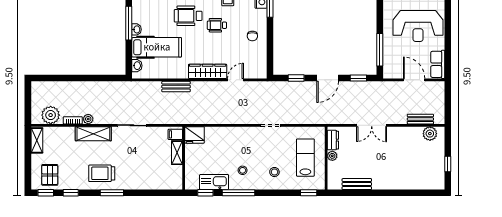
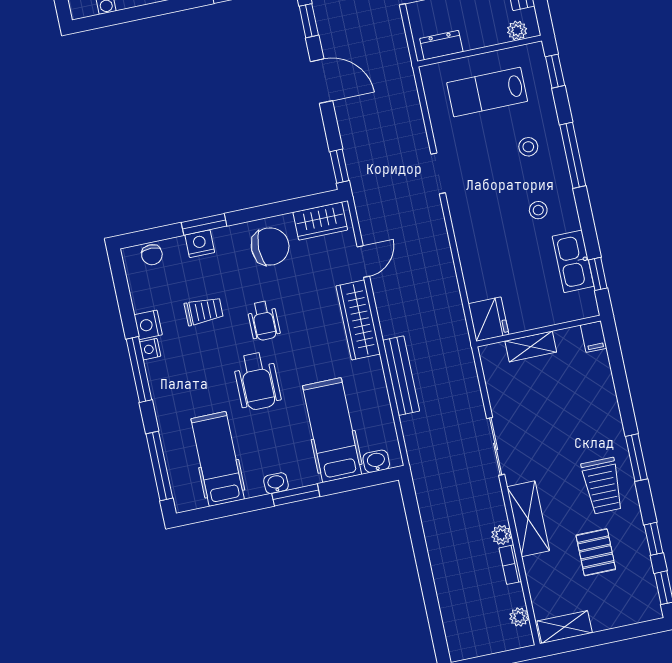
window: (129, 23) -> (296, 495), width x0.69
washbasin: (137, 29) -> (276, 483), moved
chair: (252, 36) -> (270, 246), width x1.87, depth x1.87
wardrobe: (260, 63) -> (320, 221), added
window: (296, 78) -> (339, 166), moved
door: (236, 80) -> (363, 261), swing flipped
bench: (176, 87) -> (401, 376), width x1.36
plant: (51, 115) -> (519, 617), width x0.53, depth x0.53
filing cabinet: (175, 134) -> (594, 337), moved
plant: (332, 156) -> (517, 30), moved
pallet: (50, 175) -> (596, 552), moved, turned 90
window: (239, 193) -> (573, 155), moved

